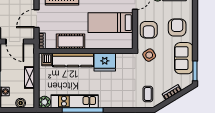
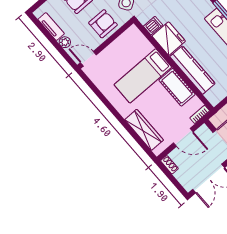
bed: (111, 23) -> (143, 76), moved, turned 90
dishwasher: (47, 60) -> (153, 26), moved

